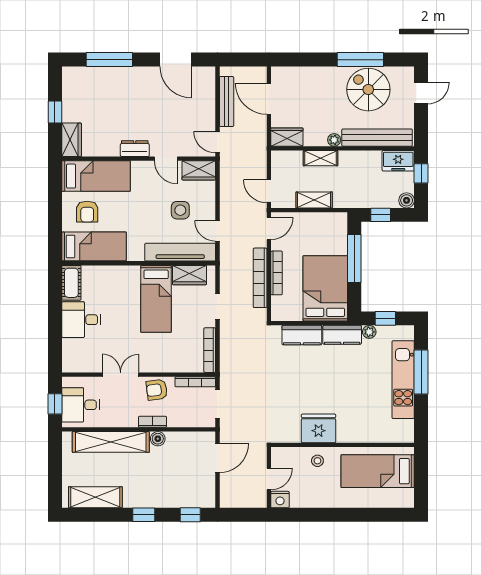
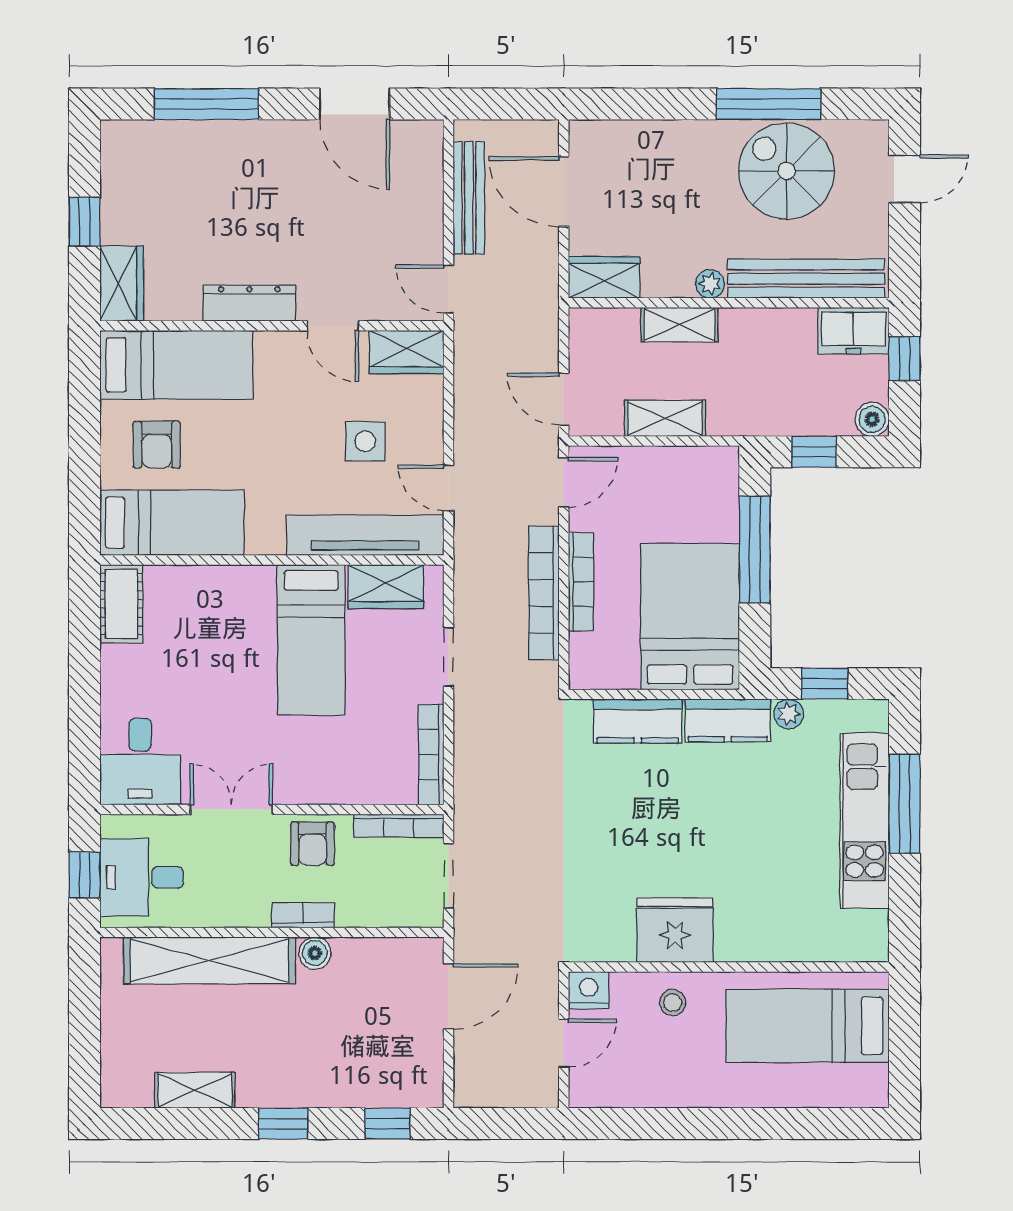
dresser: (135, 149) -> (249, 303), width x1.44
desk: (81, 320) -> (140, 762), moved, turned -90
armchair: (157, 390) -> (313, 844), turned -83
shelving: (95, 497) -> (195, 1090), width x0.67, depth x0.75
nightstand: (280, 500) -> (589, 990), moved, turned 180

